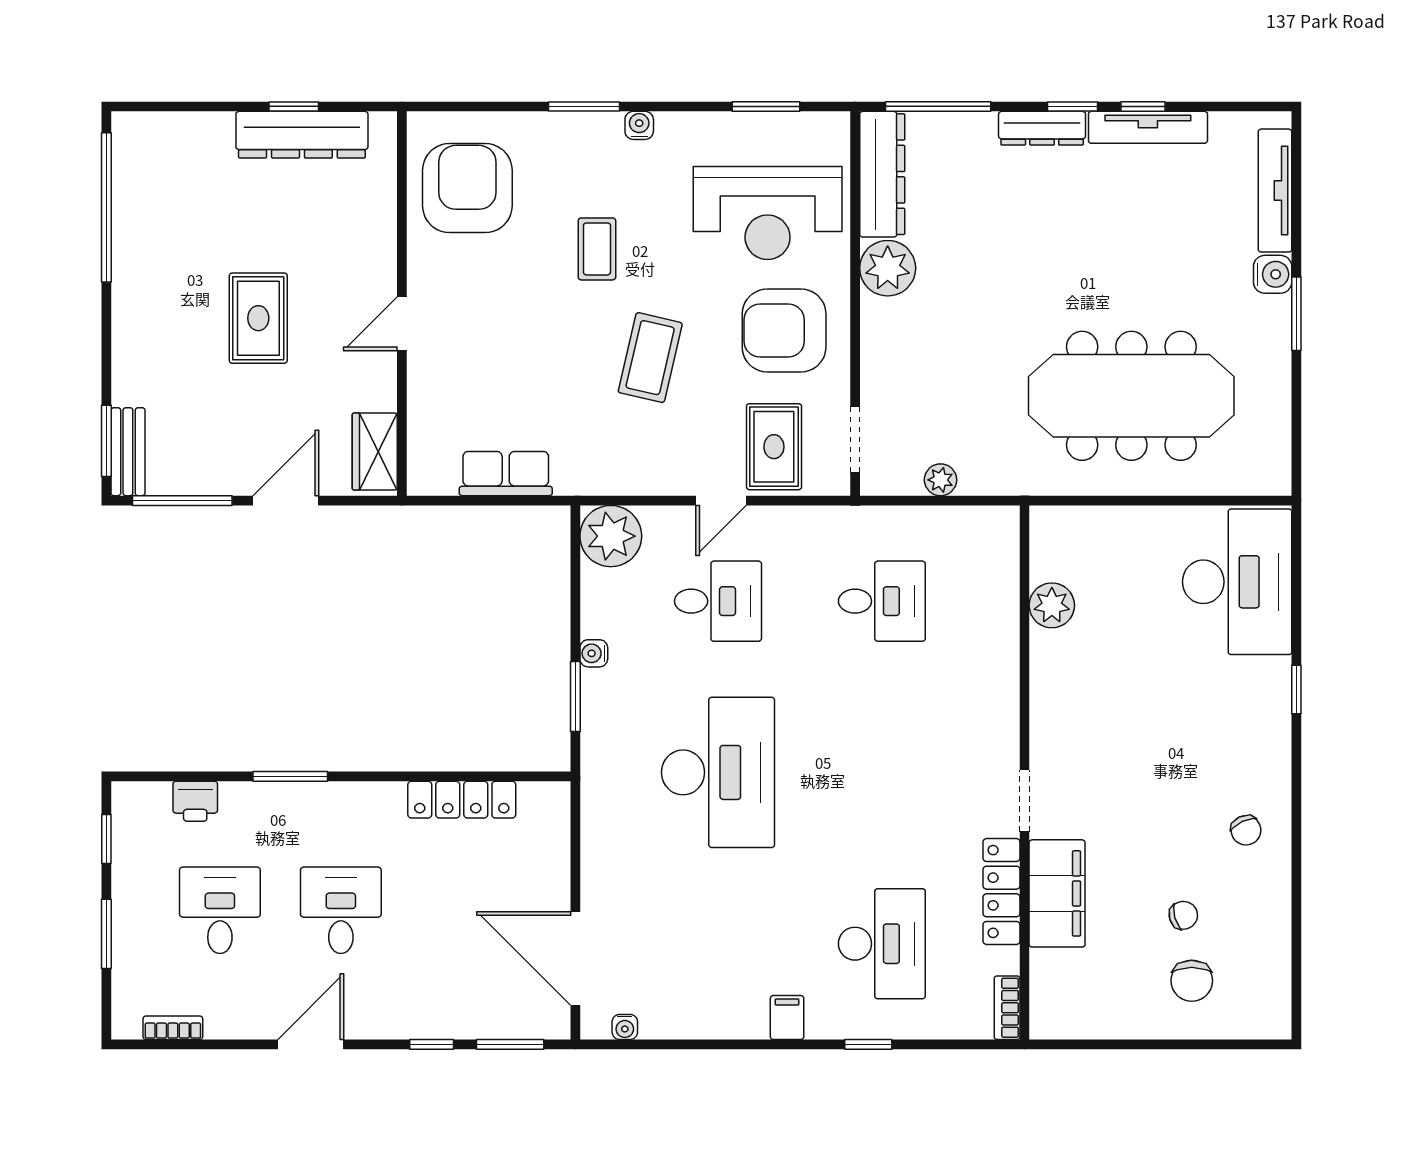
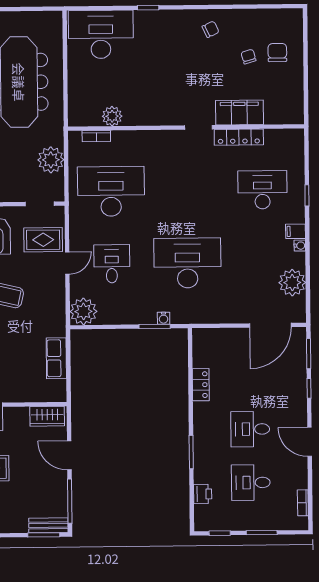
plant: (941, 480) -> (51, 160), width x1.87, depth x1.87
door: (721, 501) -> (67, 263), hinge flipped
desk: (882, 601) -> (111, 191), width x1.87, depth x1.30
water cooler: (594, 653) -> (164, 318), moved
locker: (462, 800) -> (201, 385), width x0.66
chair: (1192, 981) -> (277, 53), turned -90
bookcase: (1007, 1008) -> (96, 136), moved
plant: (671, 1009) -> (292, 283), added
water cooler: (625, 1027) -> (300, 246), moved

